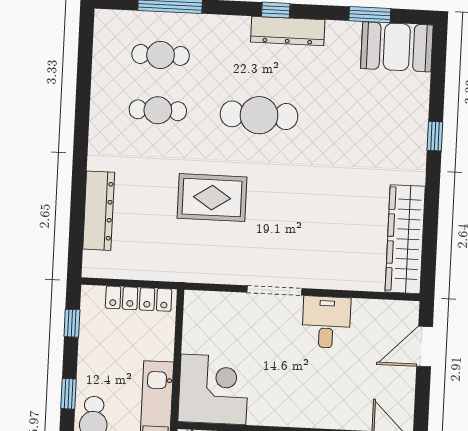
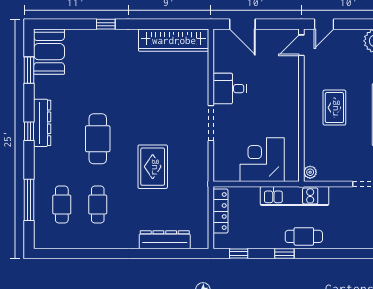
corner desk: (213, 389) -> (262, 160), moved

